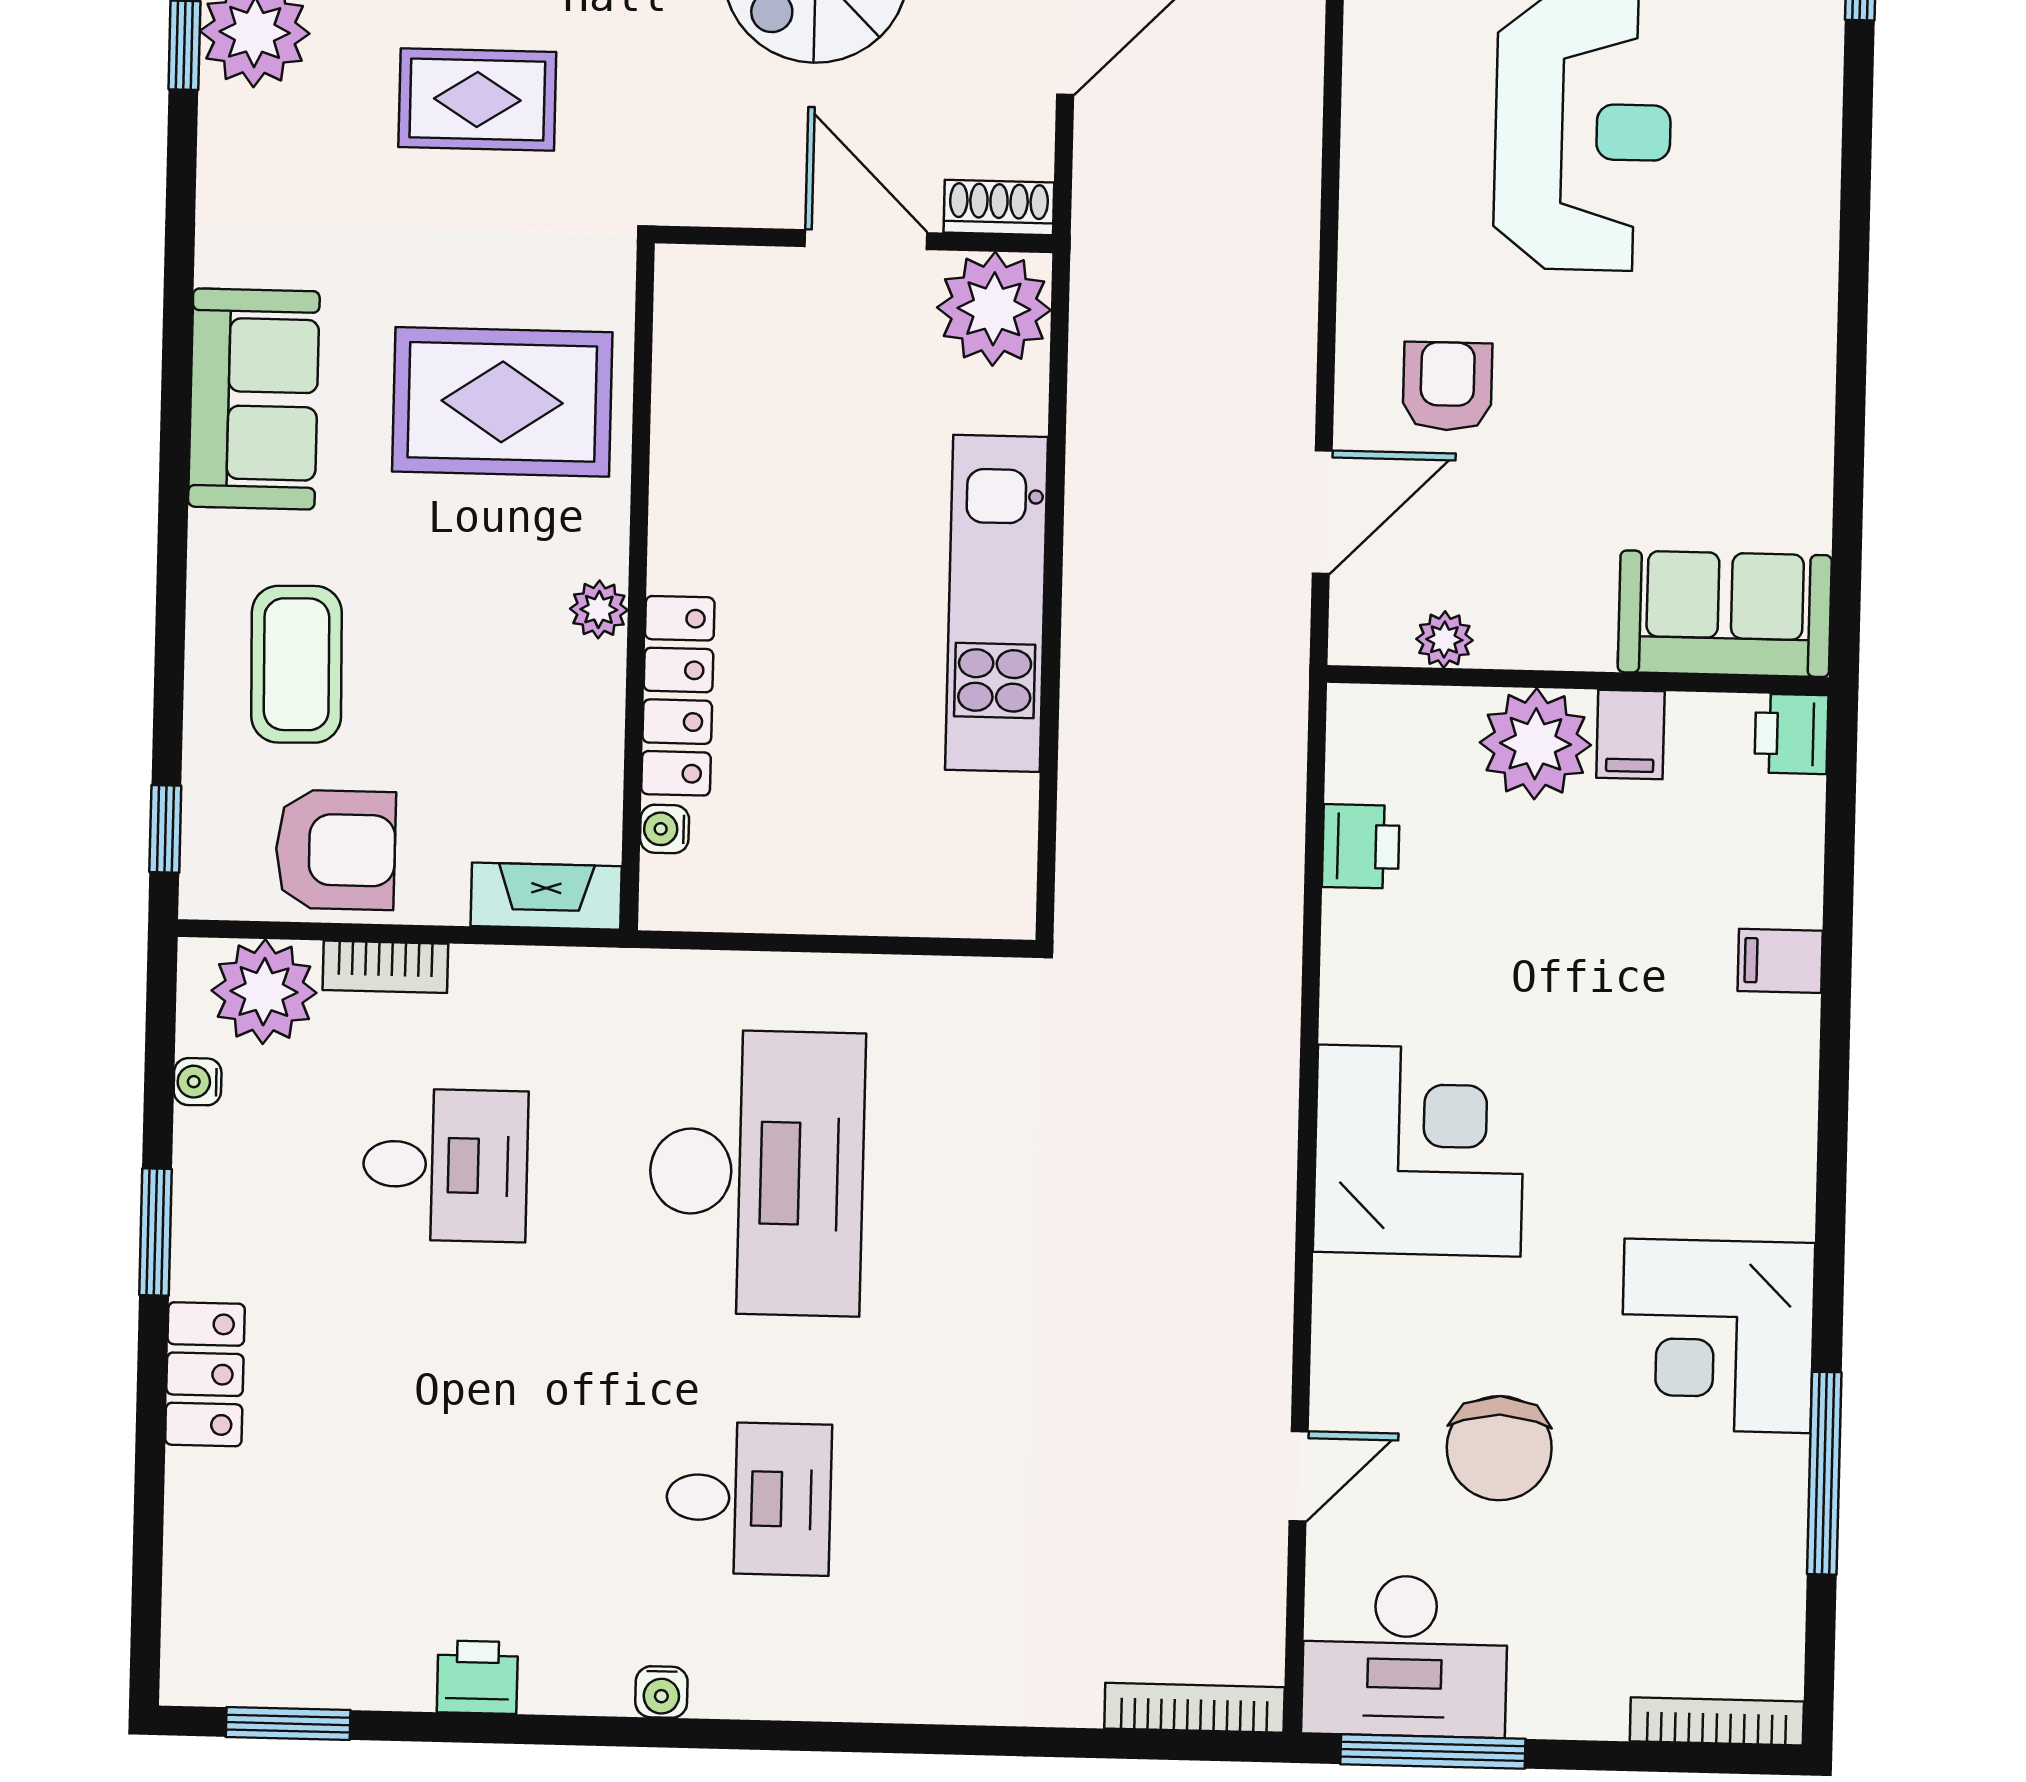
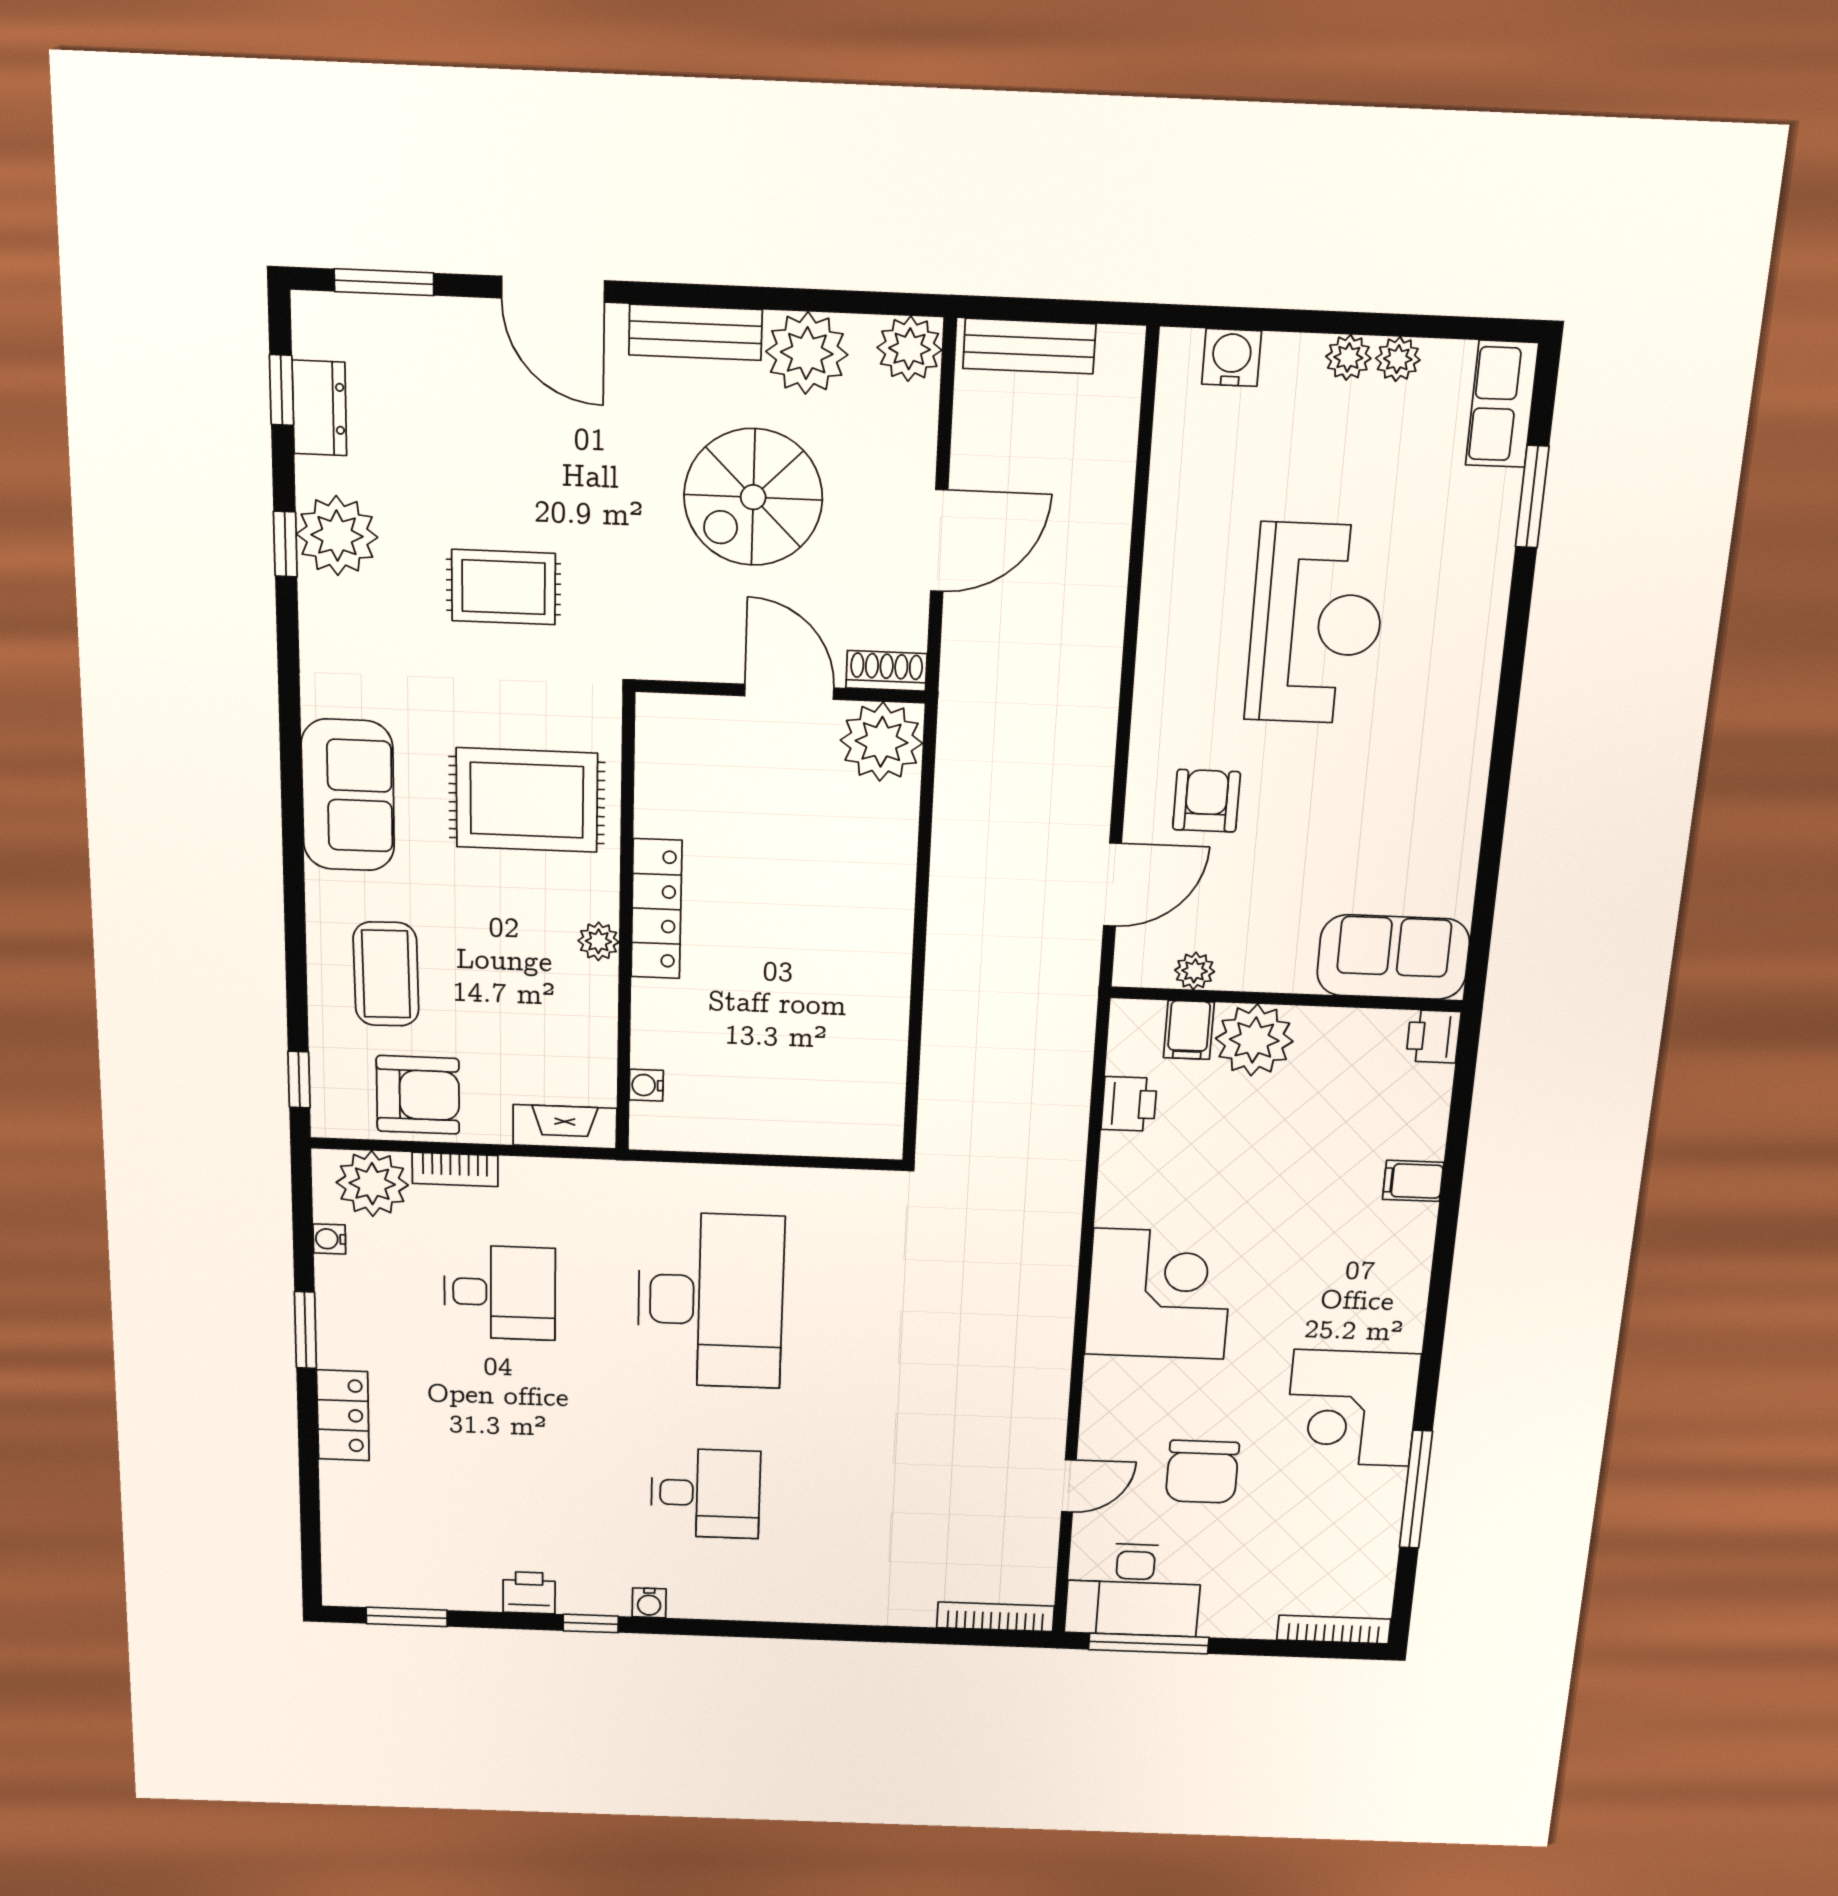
kitchen unit: (997, 603) -> (880, 942), removed
locker: (678, 696) -> (656, 909), moved
filing cabinet: (1630, 734) -> (1189, 1030), moved
window: (571, 1730) -> (591, 1623), added

